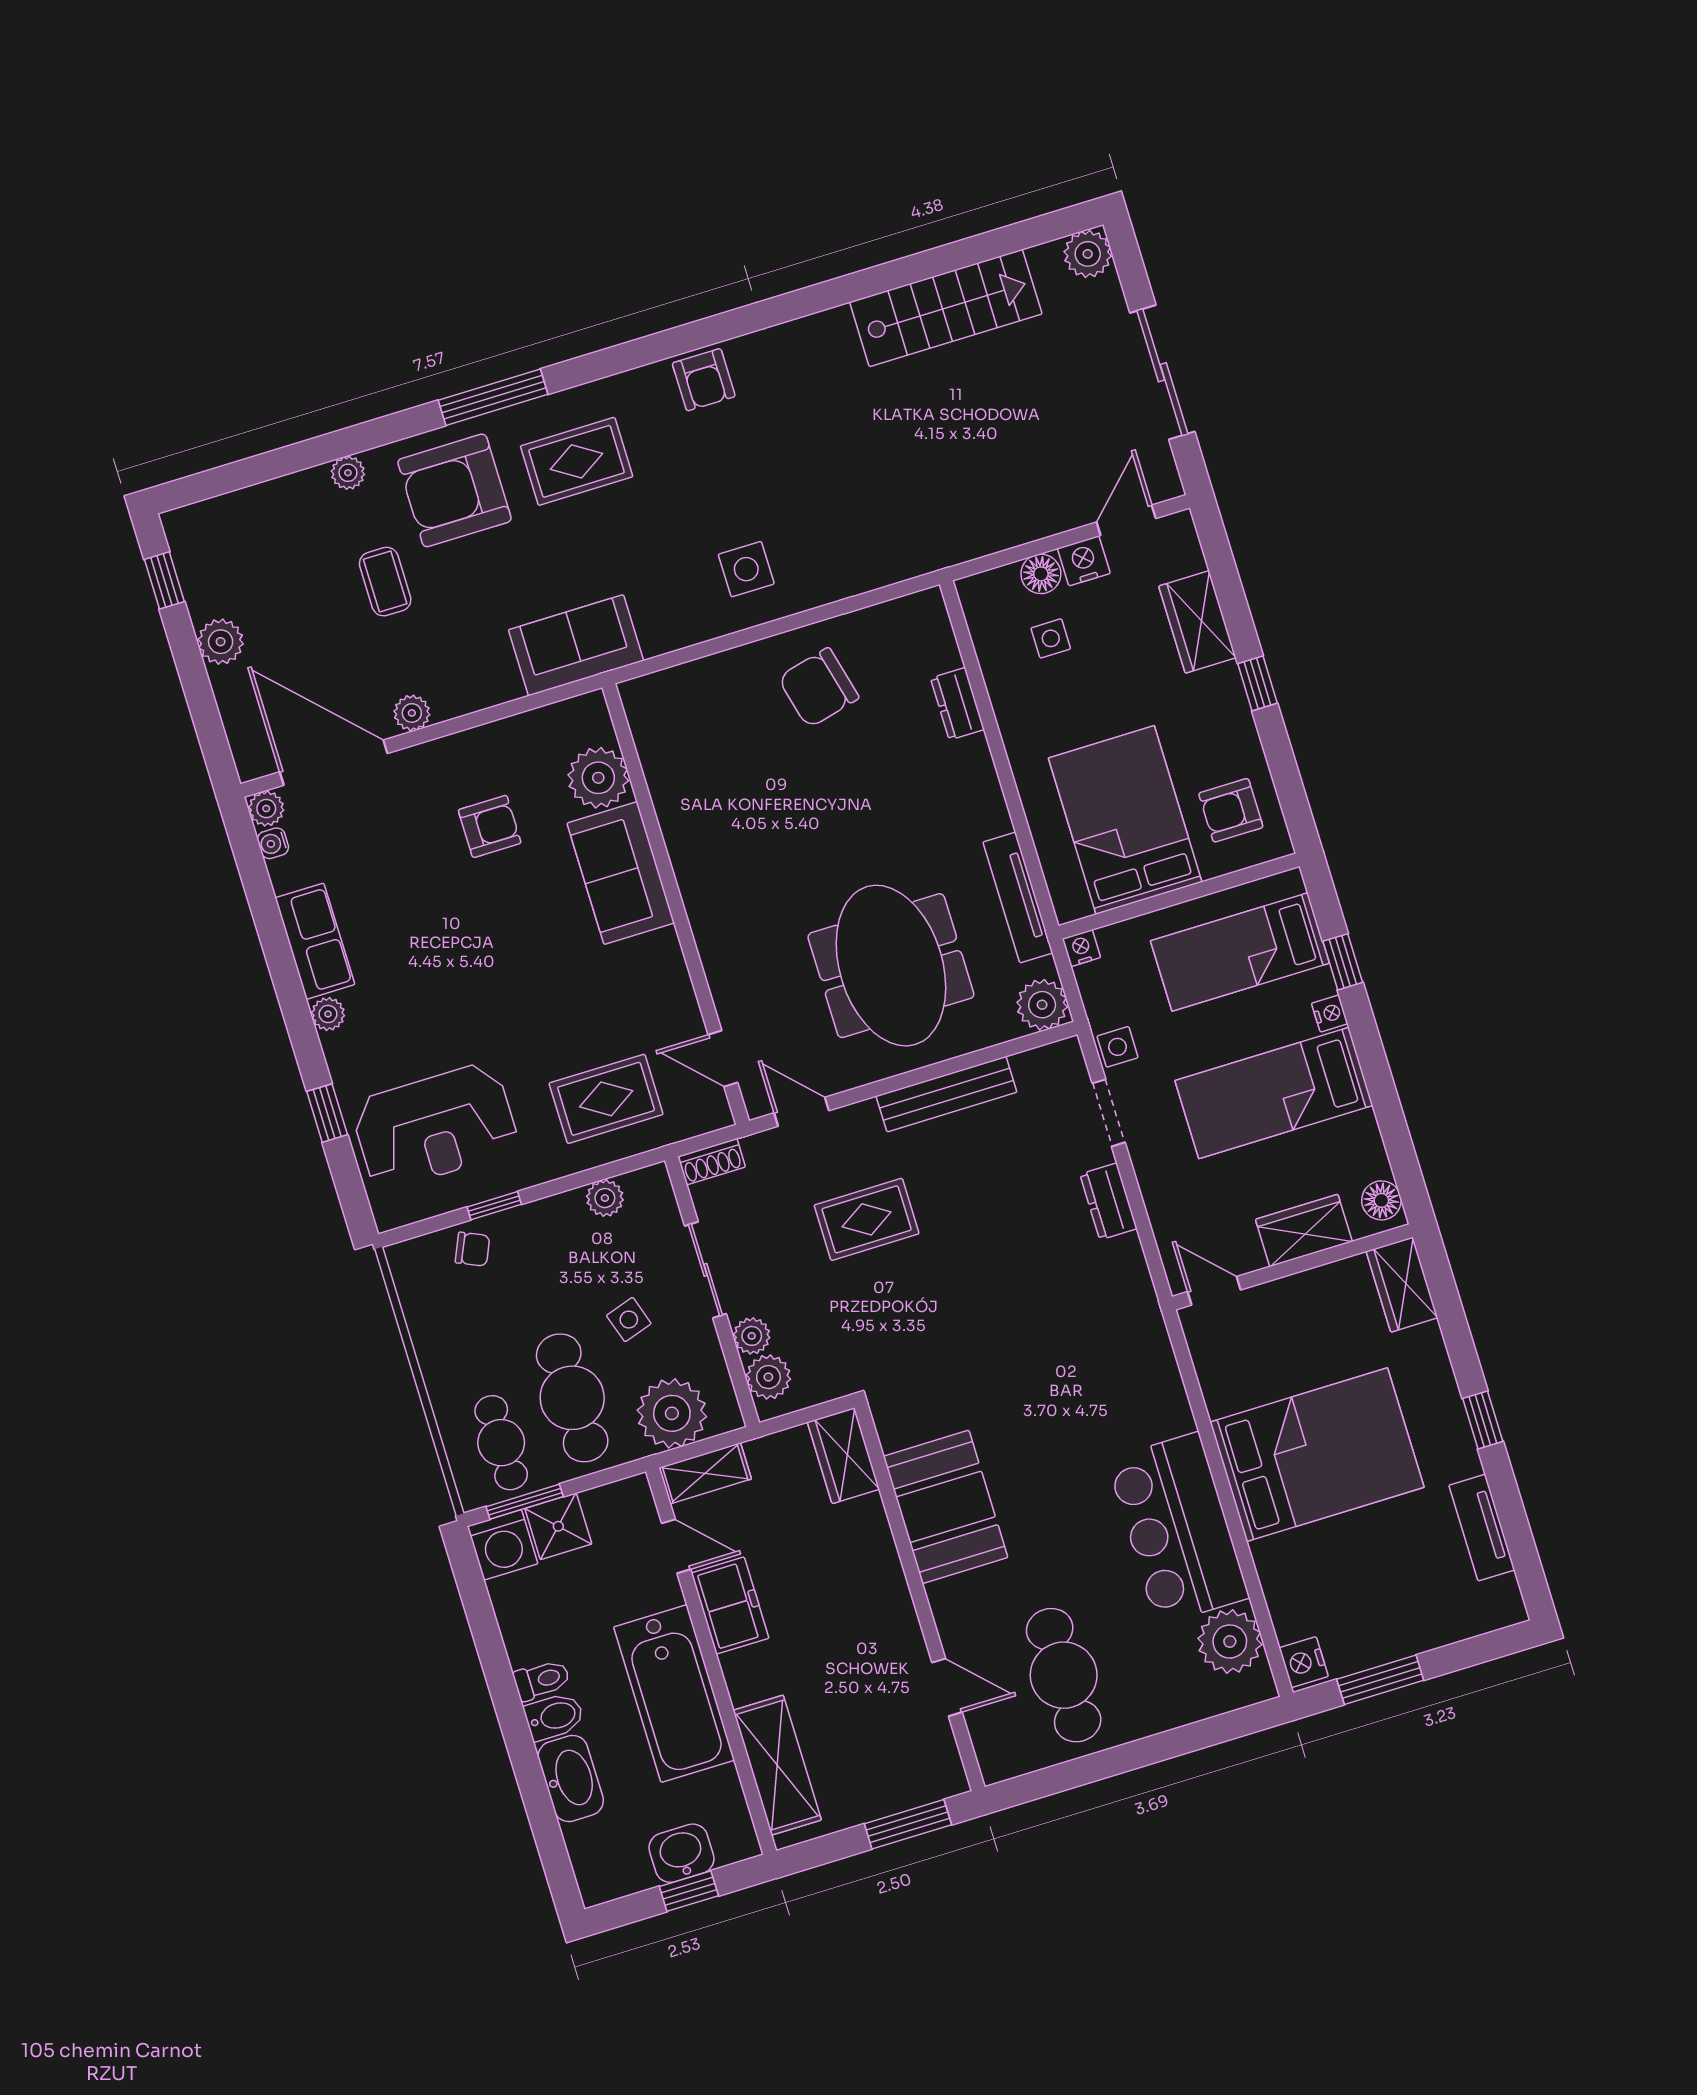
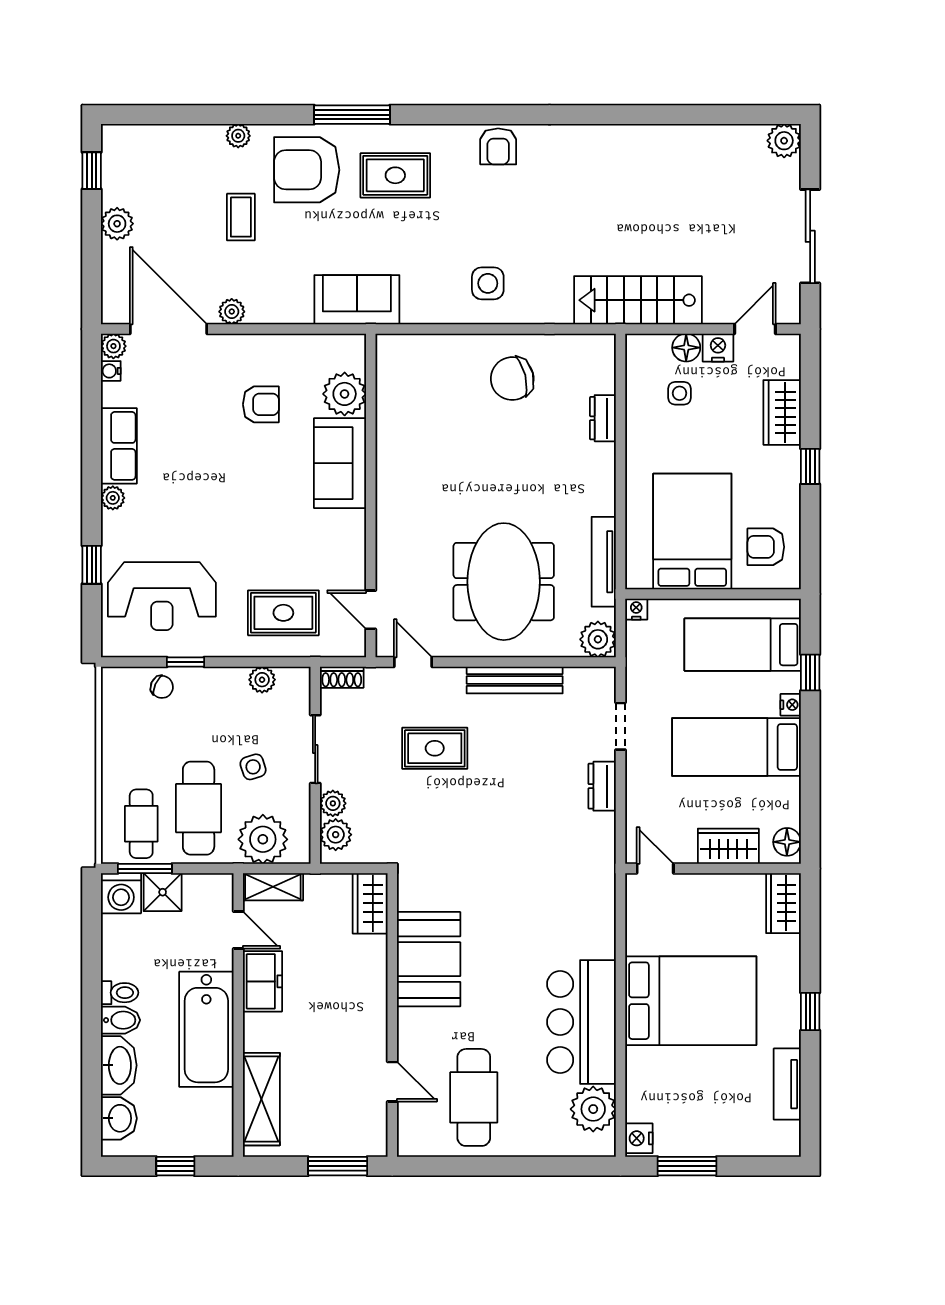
stairs: (946, 308) -> (638, 300), moved, turned 180
side table: (1118, 1047) -> (640, 683), removed
washbasin: (682, 1853) -> (119, 1118), moved, turned 90

